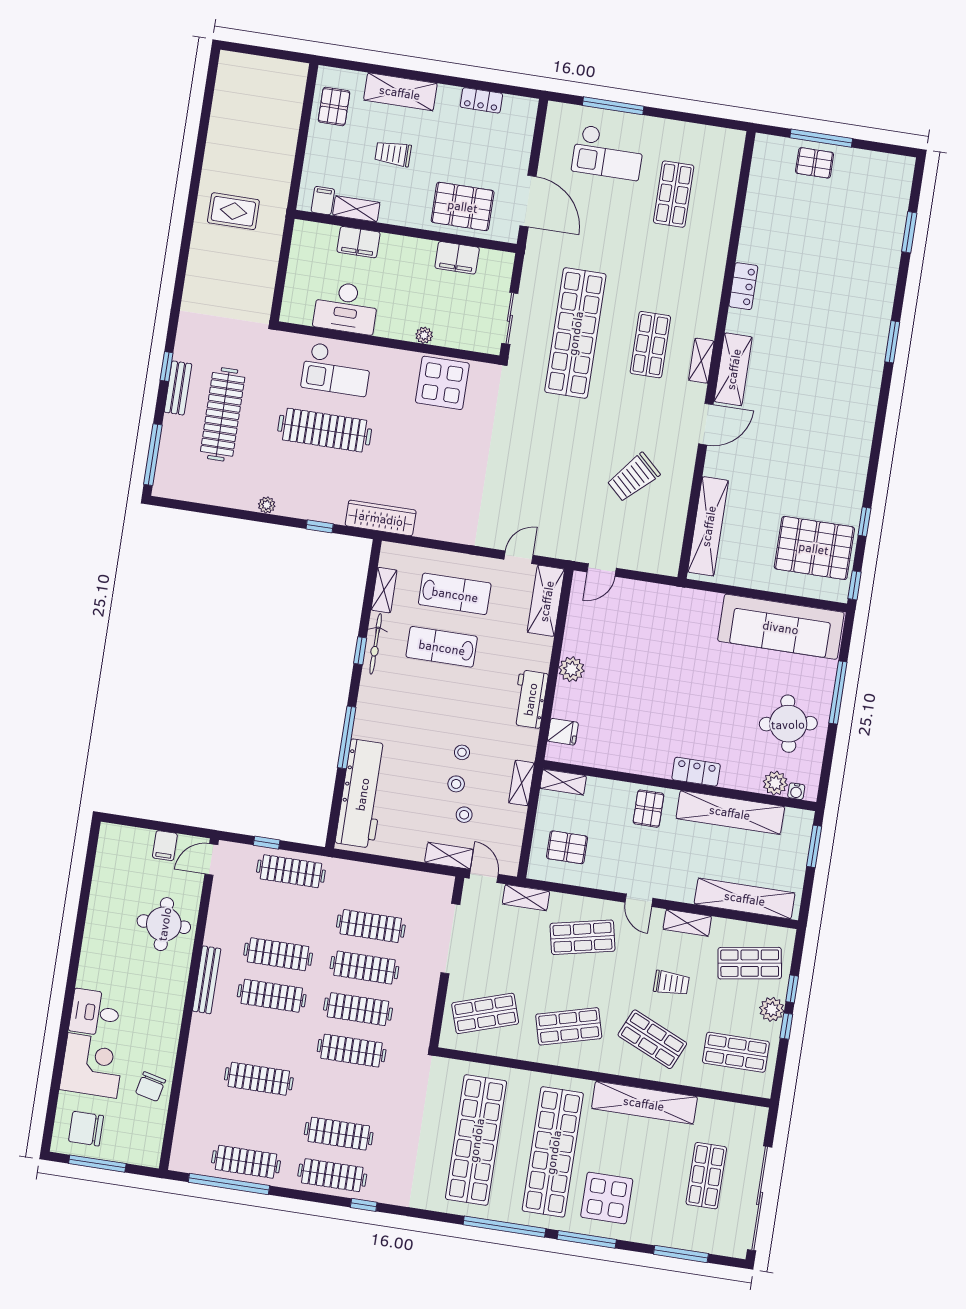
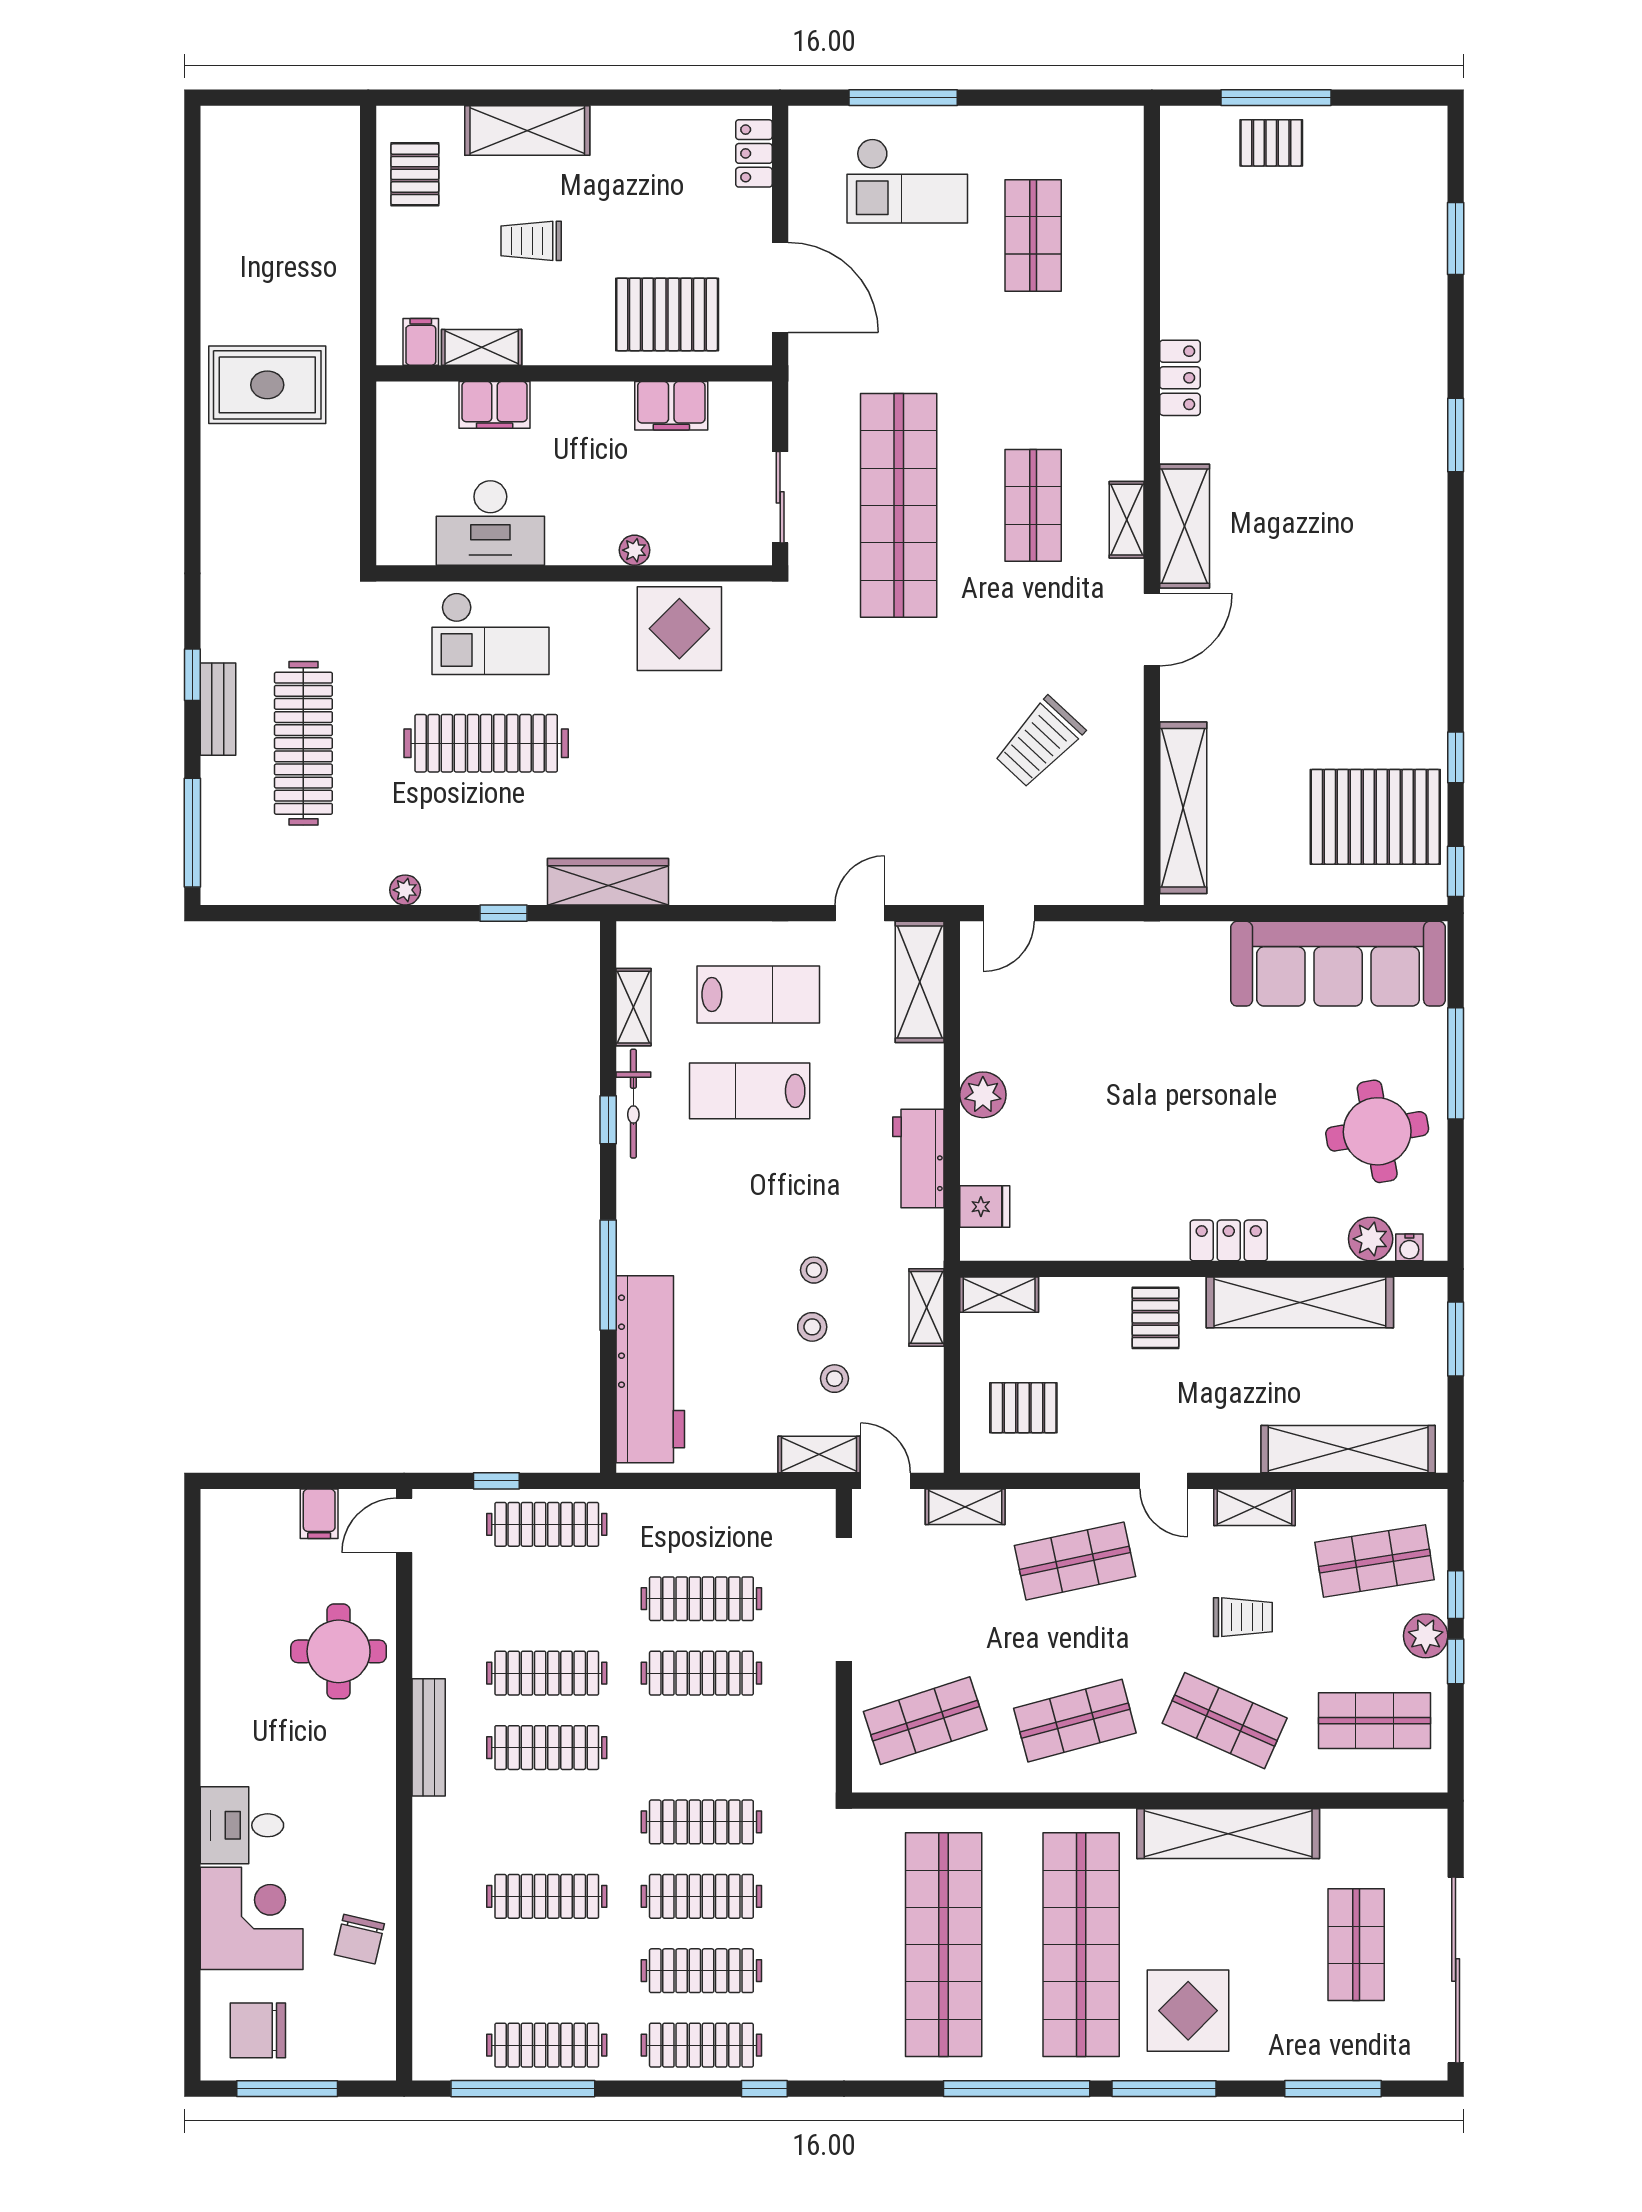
locker: (481, 100) -> (754, 153), moved, turned 90
rug: (233, 211) -> (267, 385), width x1.36, depth x1.43
clothes rail: (358, 1009) -> (701, 1896), moved

